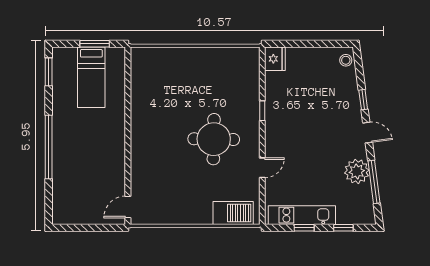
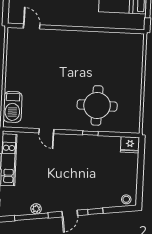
round table: (214, 139) -> (97, 105), moved
plant: (357, 171) -> (36, 209), width x0.53, depth x0.53
door: (128, 207) -> (32, 26), moved

